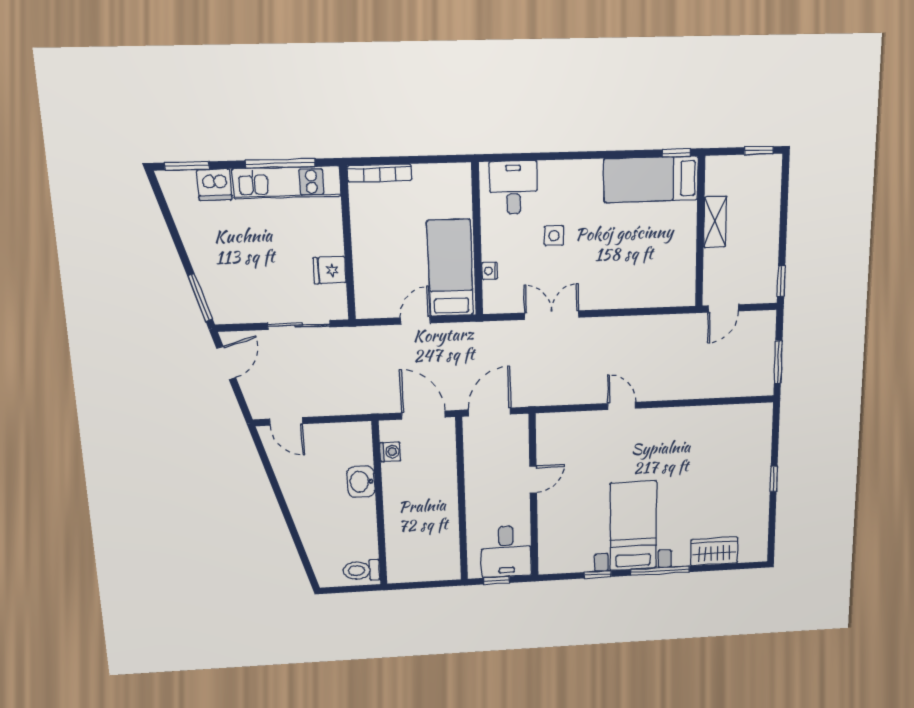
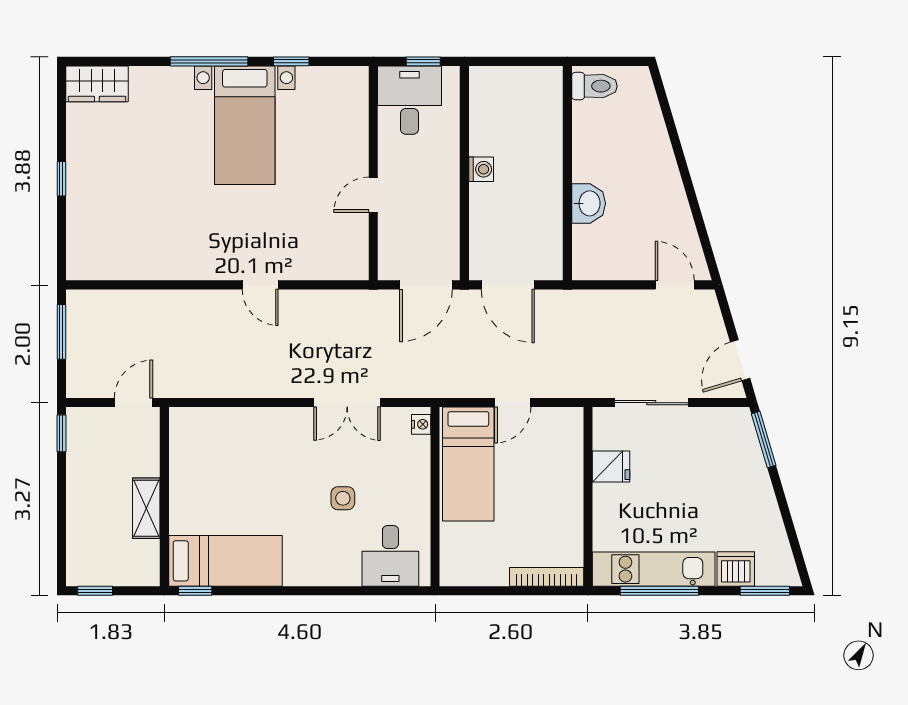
nightstand: (490, 271) -> (421, 424), moved
washing machine: (390, 452) -> (481, 169), moved, turned 180
wardrobe: (714, 551) -> (97, 84), moved

